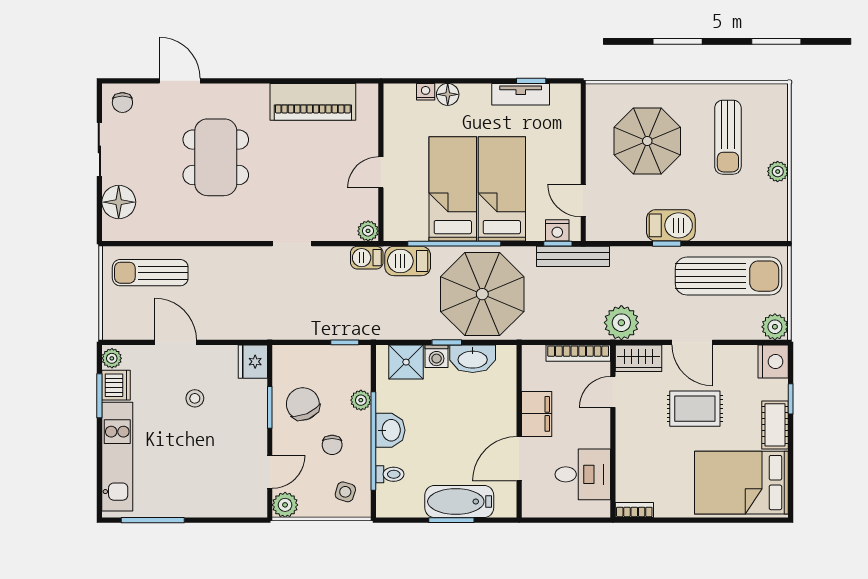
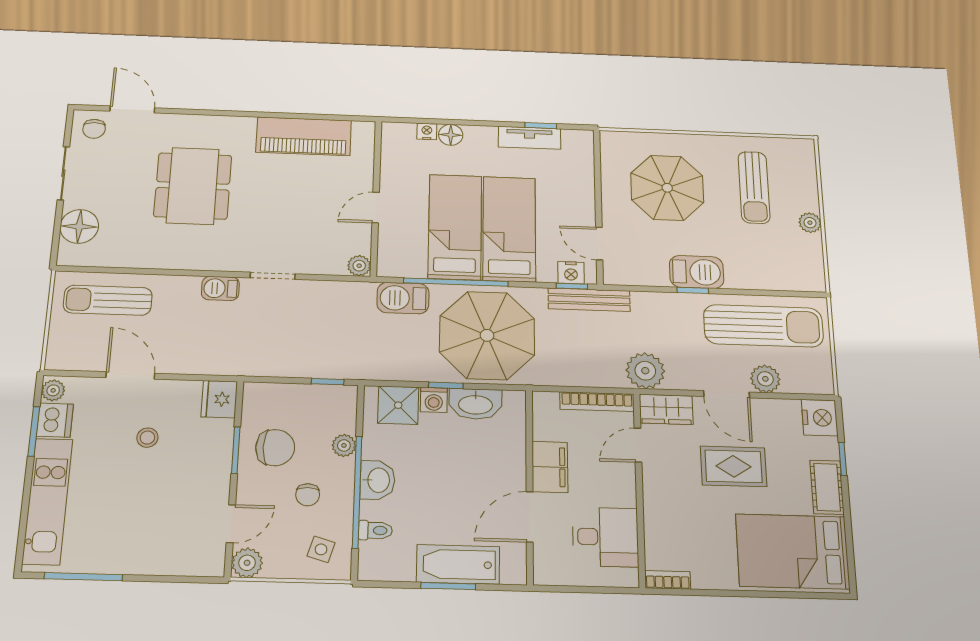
door: (180, 81) -> (132, 109), moved
barbecue: (367, 258) -> (220, 288), moved
plant: (775, 327) -> (765, 379), moved
chair: (303, 404) -> (275, 448), turned 113

